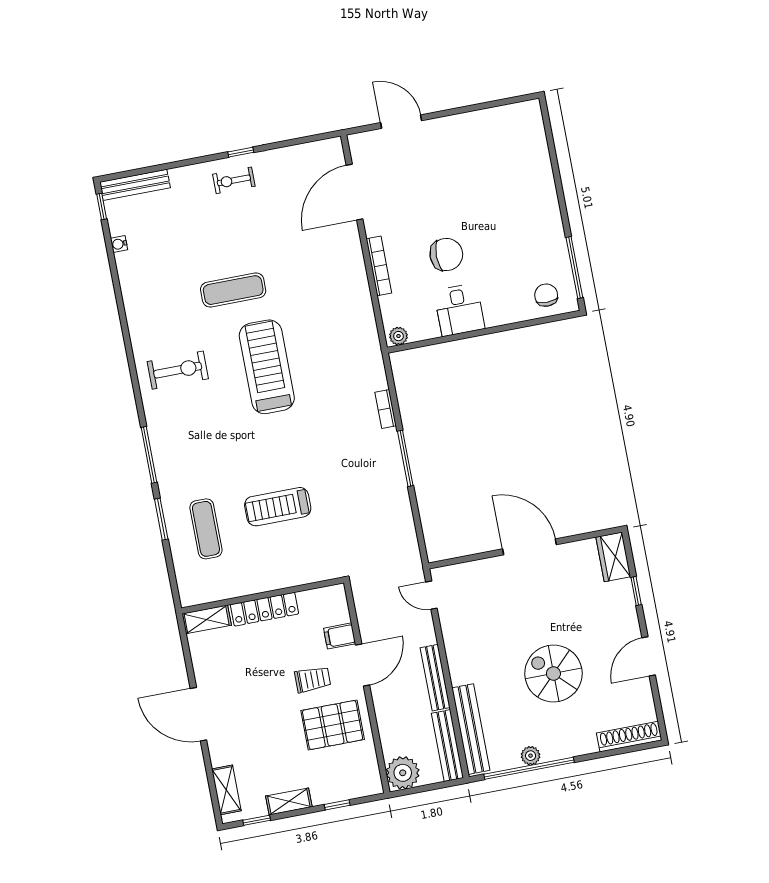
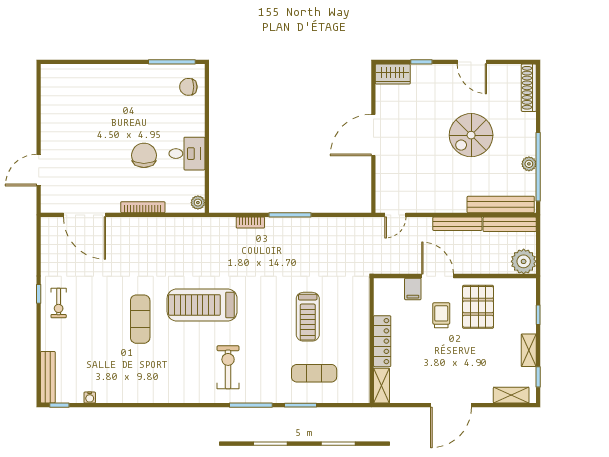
exercise bike: (178, 370) -> (228, 367), moved

